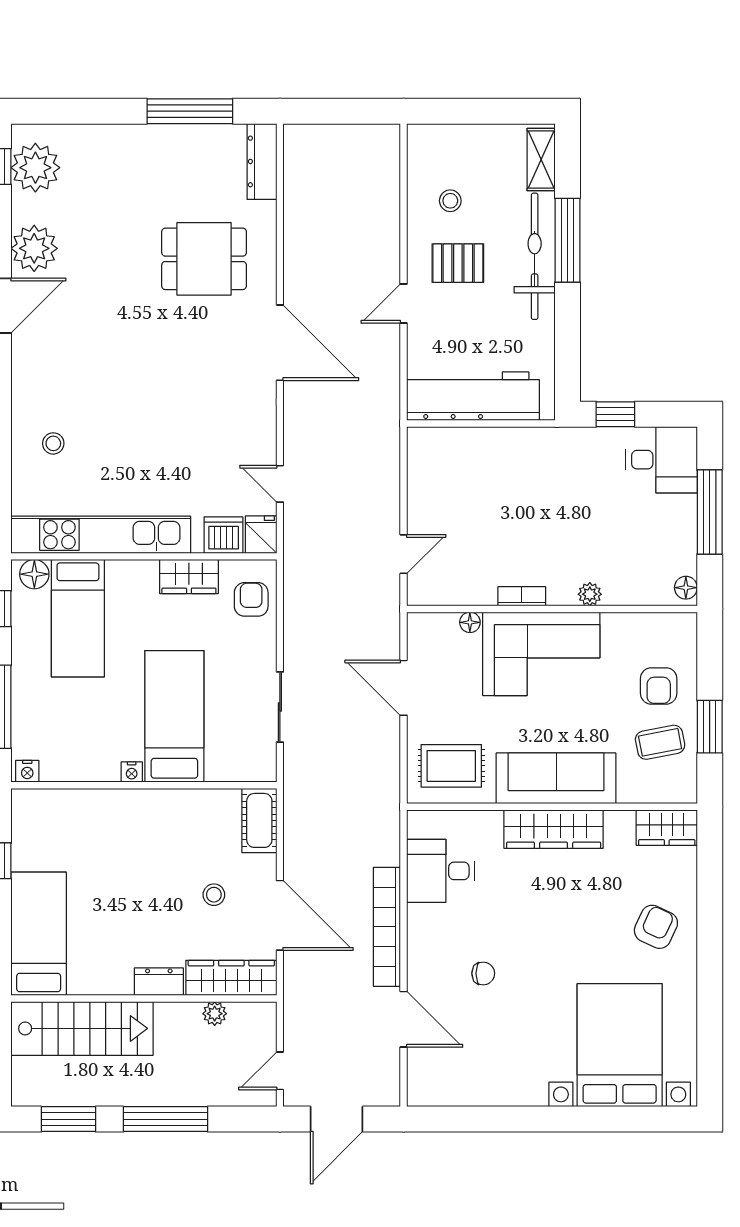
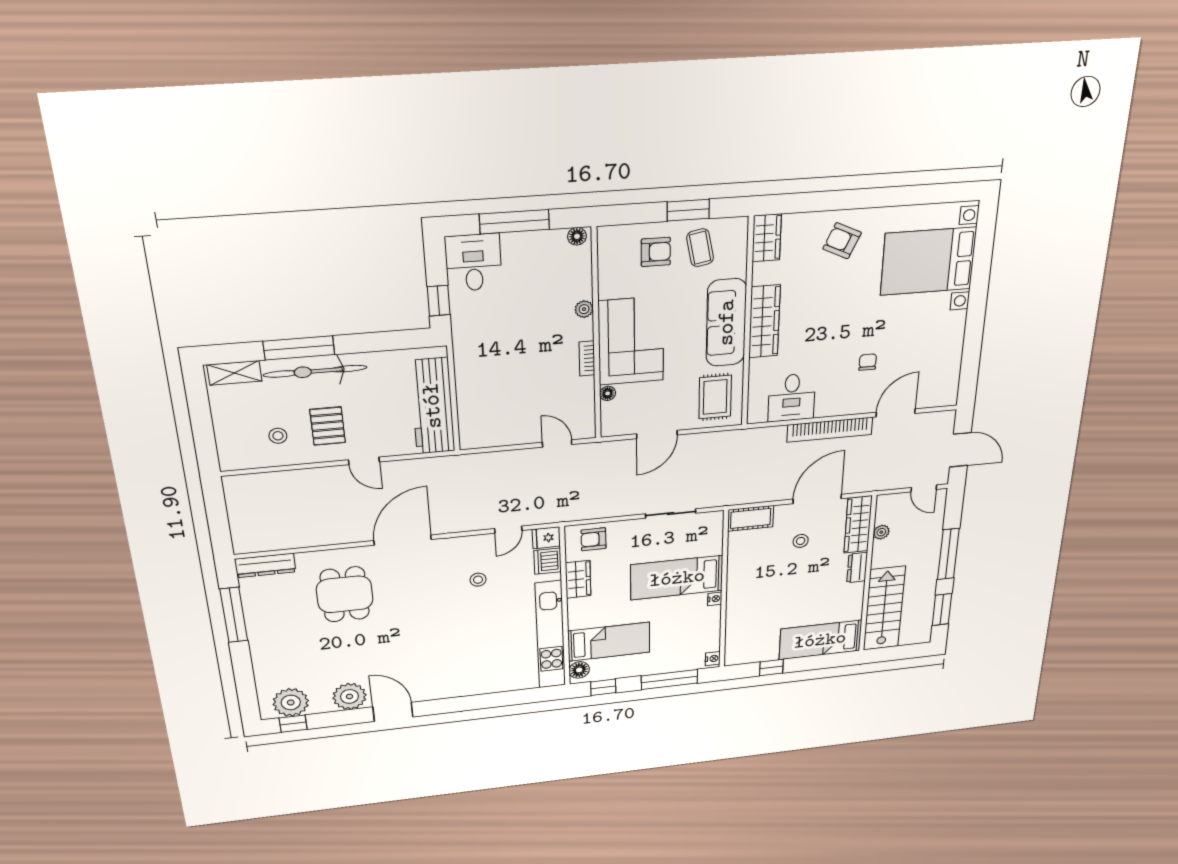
stool: (53, 443) -> (478, 580), moved

